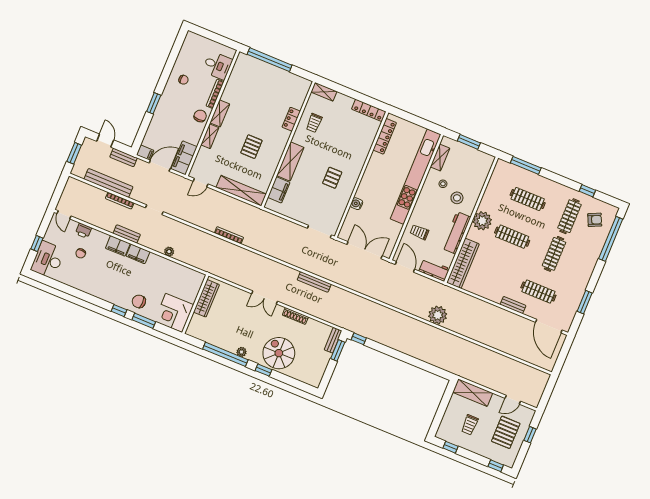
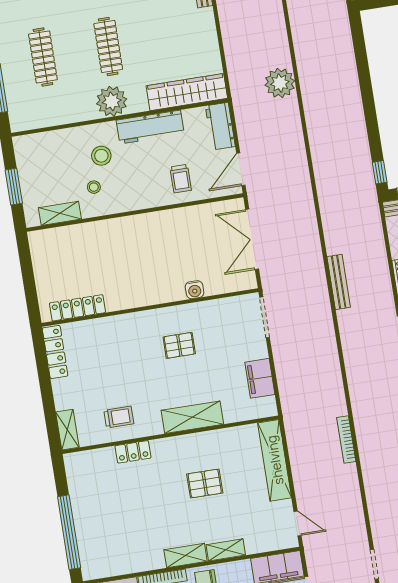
kitchen unit: (416, 177) -> (107, 231), removed
filing cabinet: (279, 190) -> (260, 378), moved, turned -90

